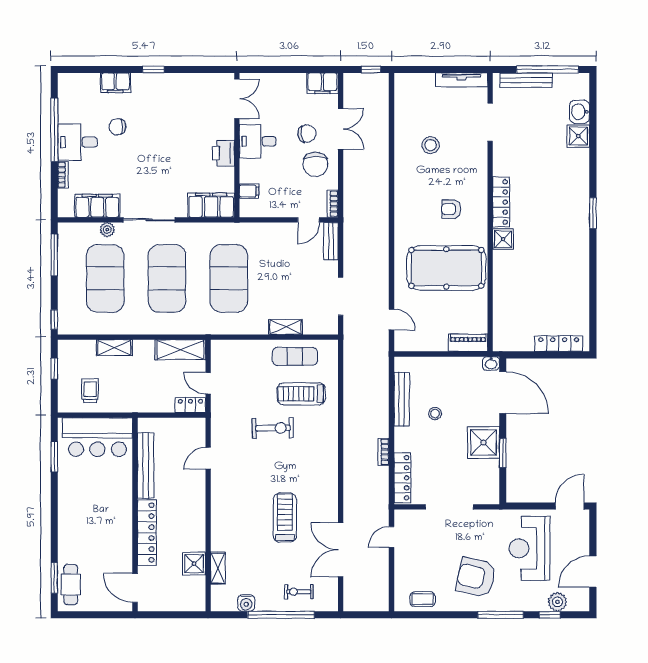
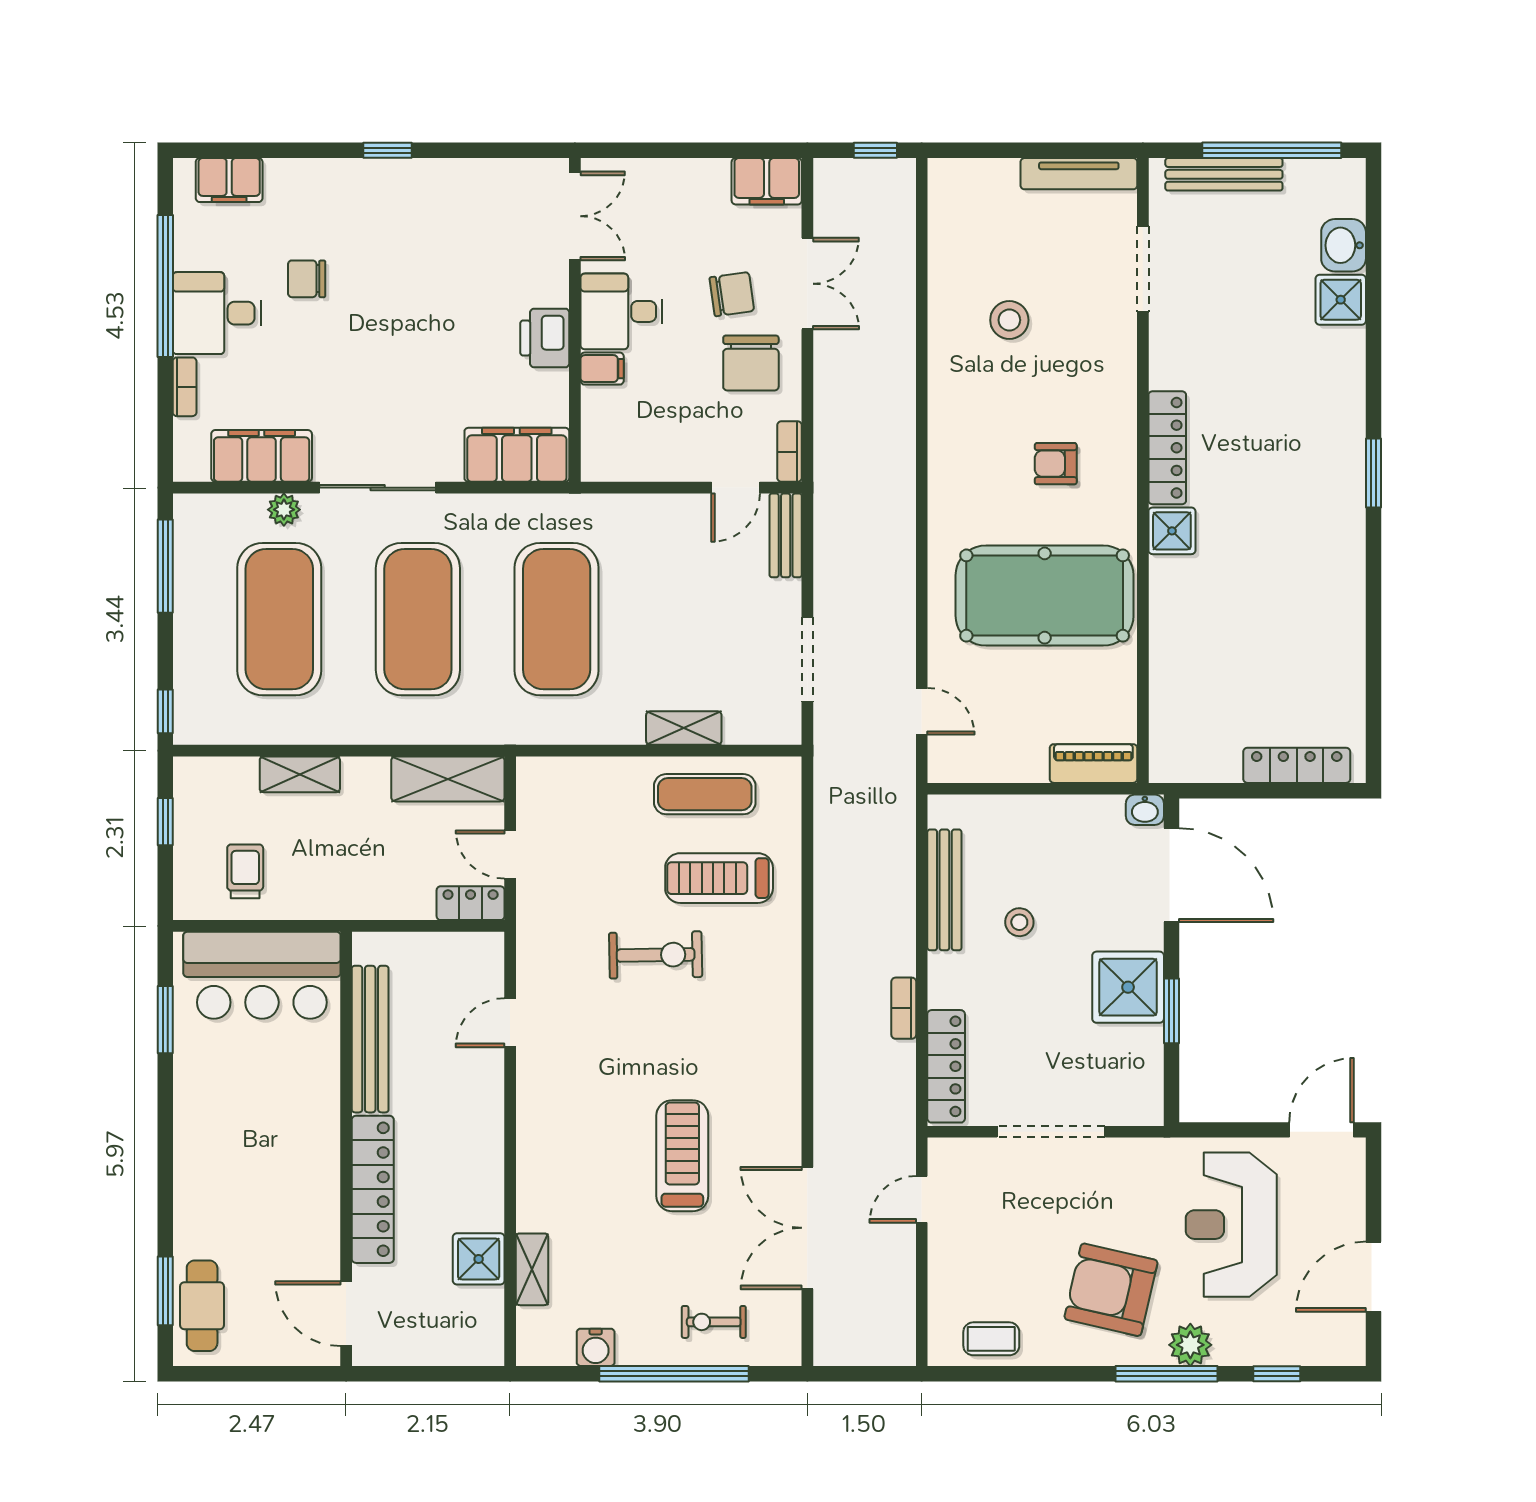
filing cabinet: (115, 83) -> (229, 180), moved
filing cabinet: (249, 191) -> (602, 369), moved
plant: (557, 602) -> (1190, 1345), moved

